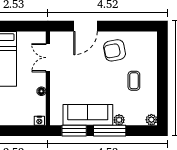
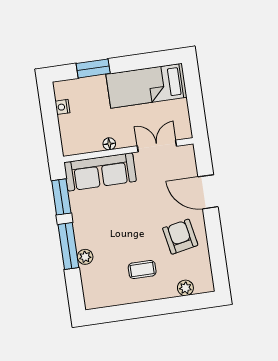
sofa: (88, 115) -> (100, 172), moved, turned 90
plant: (151, 120) -> (185, 288), moved
nightstand: (39, 121) -> (62, 107), moved

